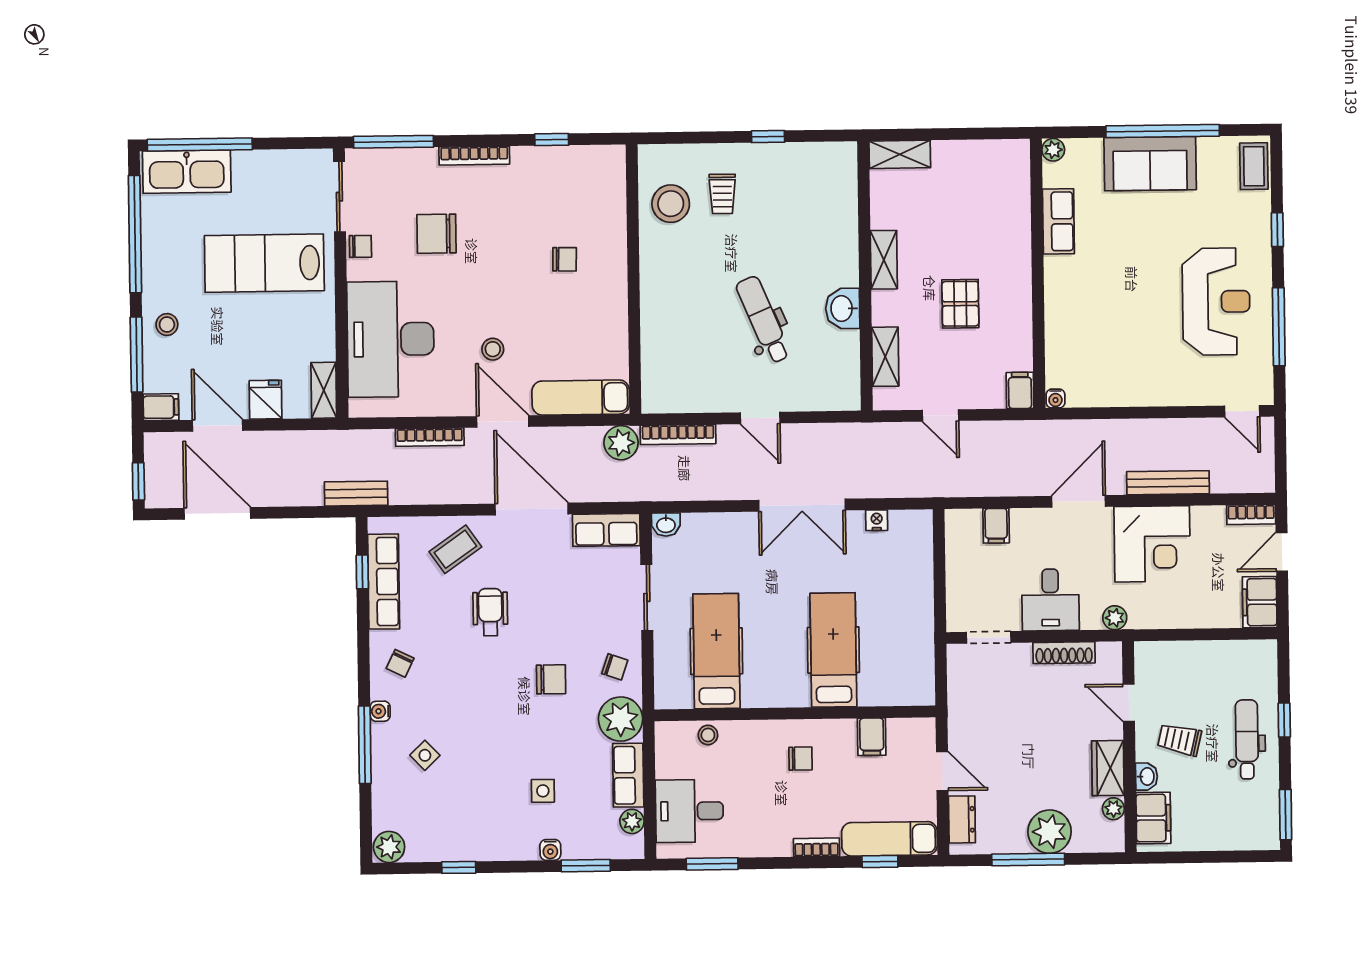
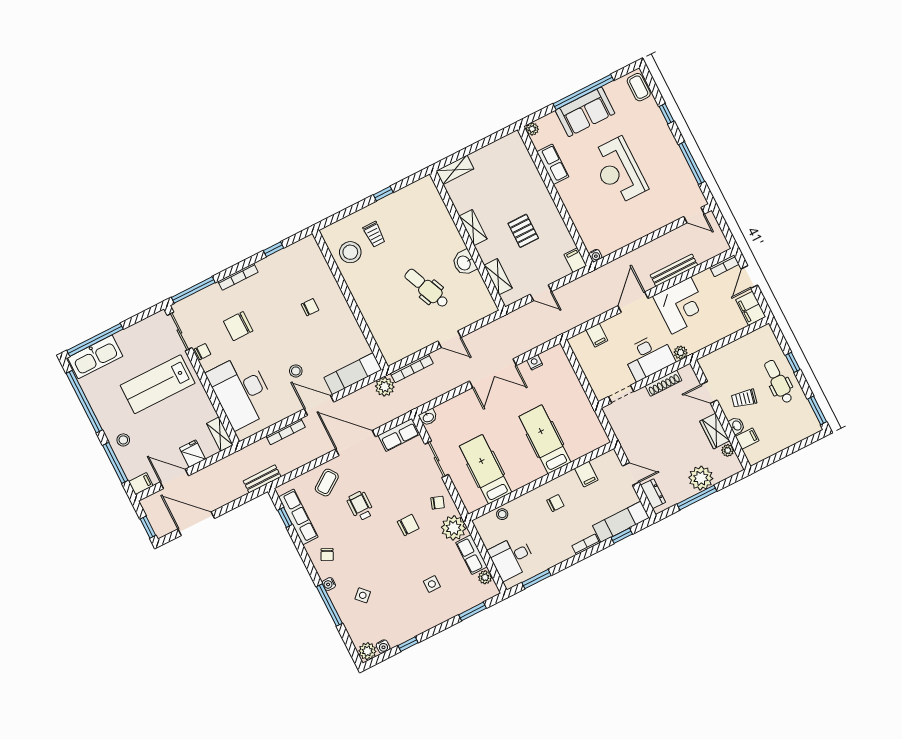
reception desk: (1216, 302) -> (619, 171), moved, turned 180
desk: (1050, 600) -> (649, 357), width x1.37
filing cabinet: (1153, 818) -> (747, 439), width x0.50
water cooler: (550, 850) -> (383, 646), moved

